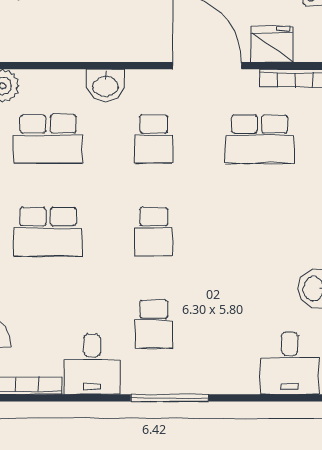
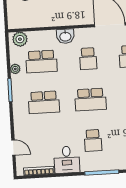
school desk: (154, 232) -> (91, 100), width x1.85

